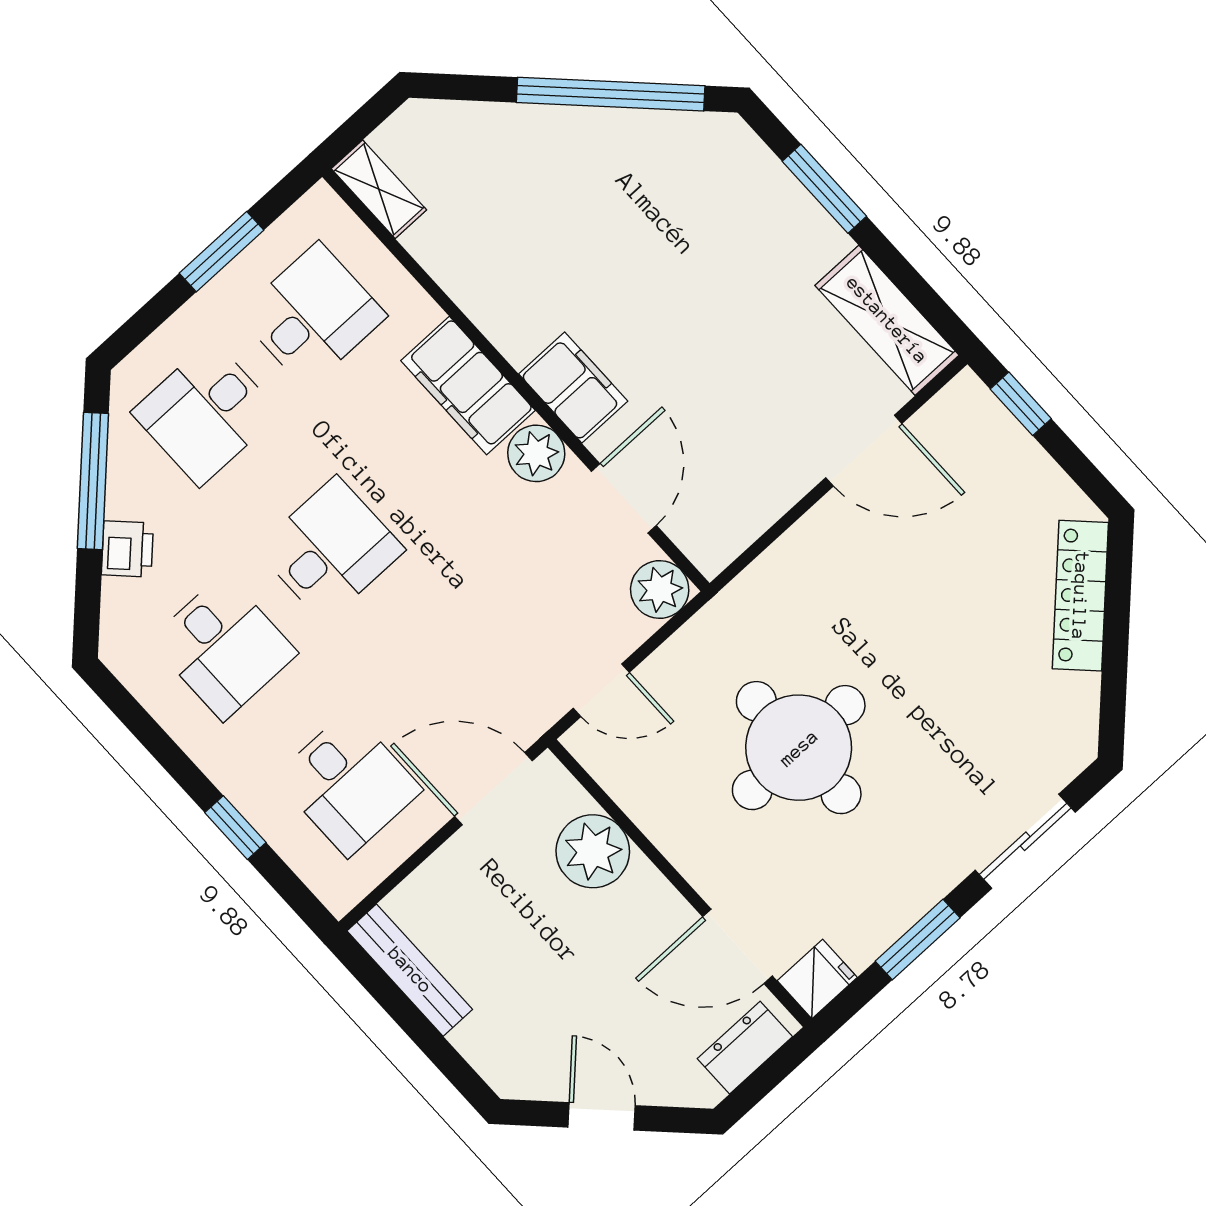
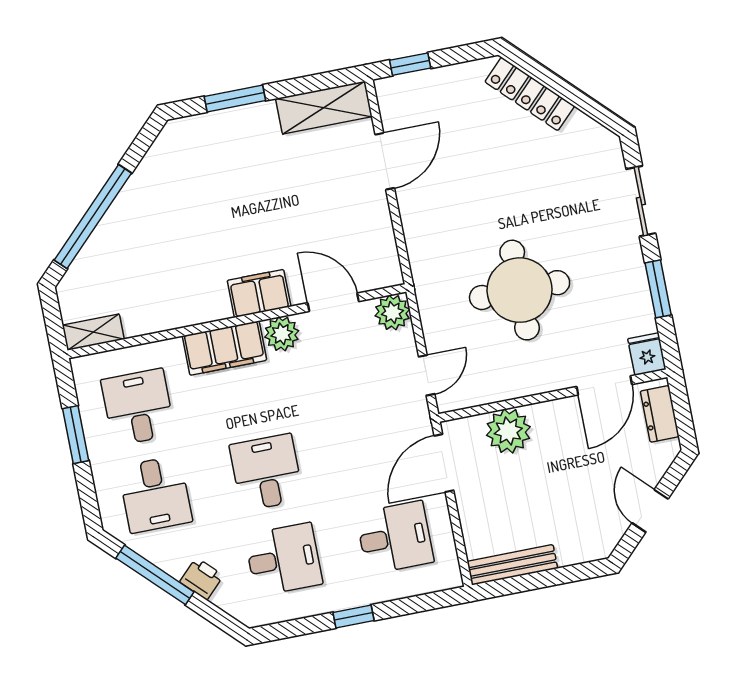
window: (611, 94) -> (93, 217), moved
window: (235, 828) -> (353, 616), moved
door: (602, 1116) -> (650, 511), hinge flipped

